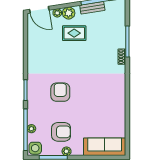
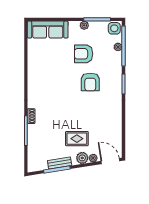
armchair: (61, 132) -> (84, 54), moved

